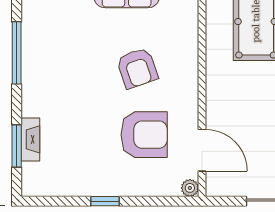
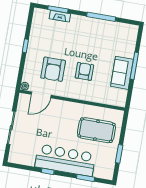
armchair: (137, 68) -> (84, 71), turned 109

